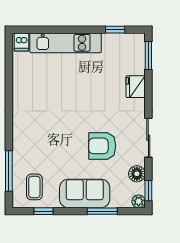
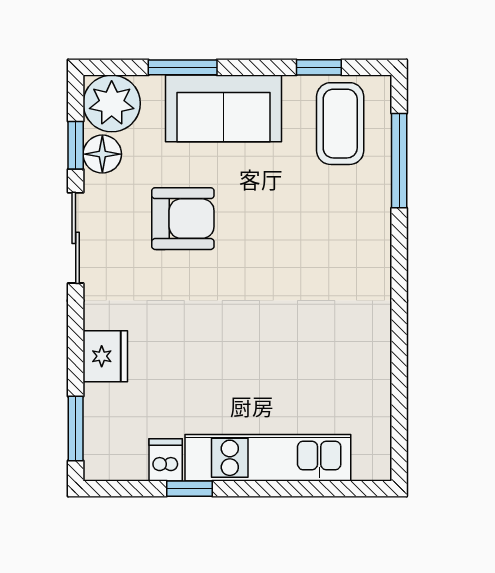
window: (115, 30) -> (190, 489), moved
dishwasher: (21, 42) -> (166, 460), moved
coffee table: (34, 187) -> (340, 124), width x1.36, depth x1.30
window: (148, 191) -> (76, 145), moved
plant: (139, 201) -> (112, 103), width x1.88, depth x1.88

